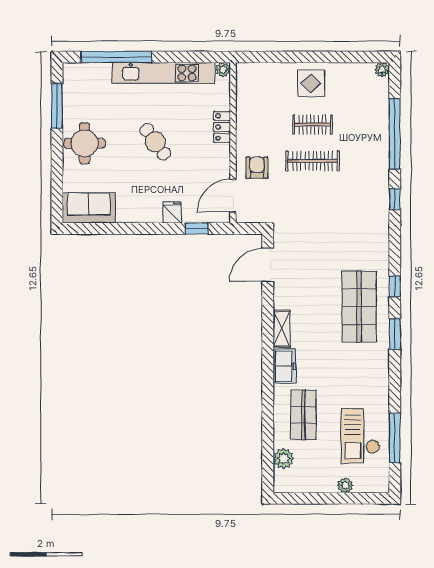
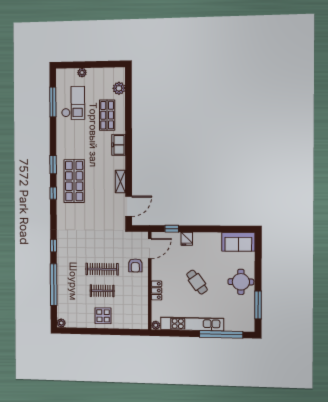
shelving: (282, 329) -> (120, 182), moved

